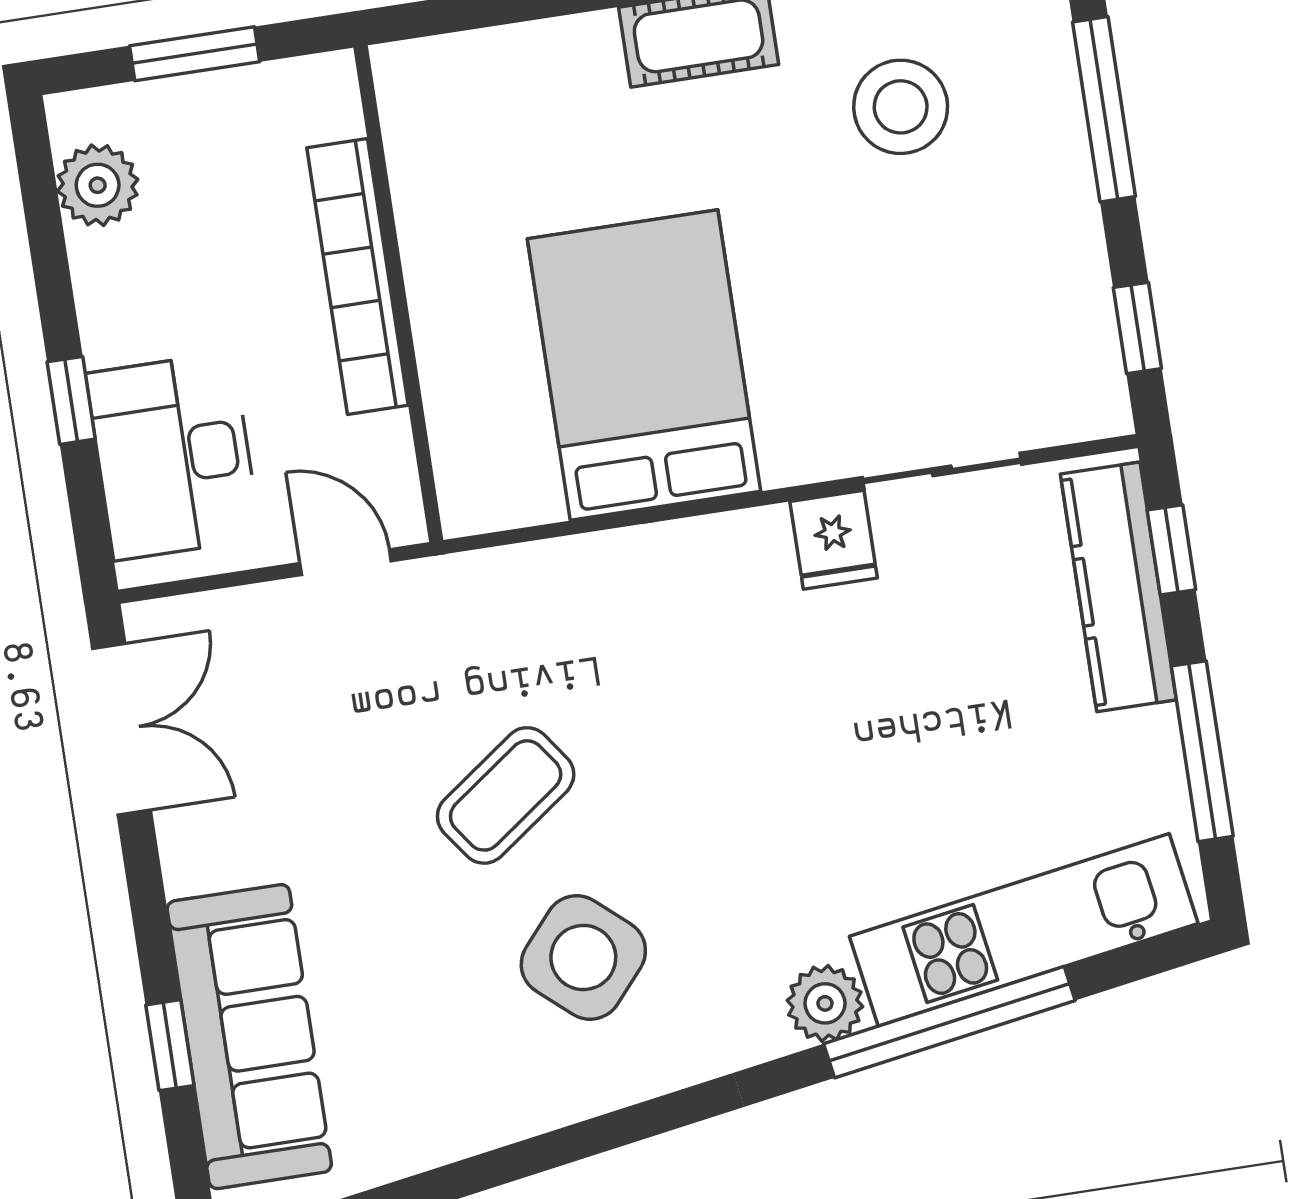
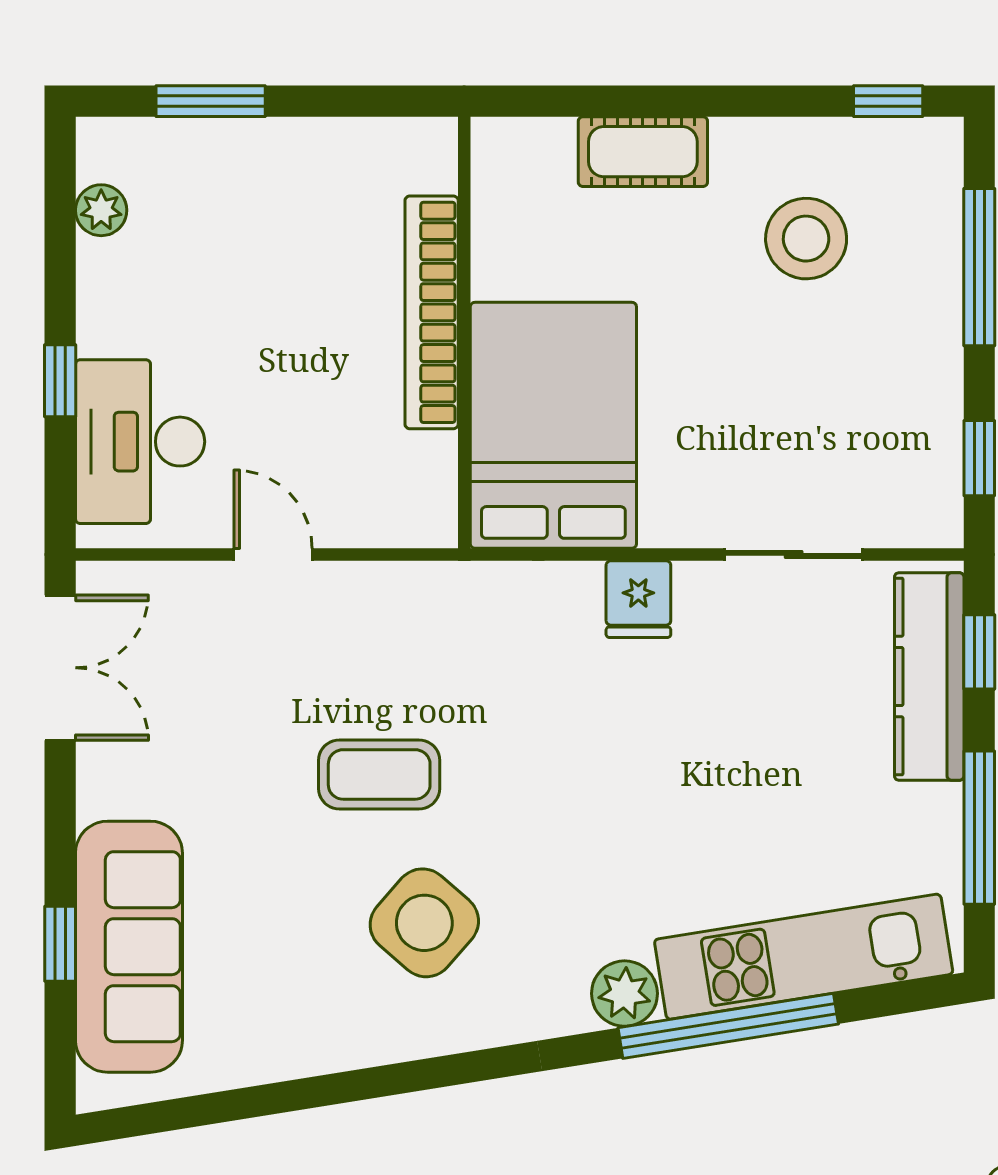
plant: (98, 185) -> (101, 210), width x0.73, depth x0.73
bookcase: (357, 276) -> (432, 312), moved
wall: (398, 294) -> (464, 332), moved
fridge: (834, 540) -> (638, 599), moved
coffee table: (506, 795) -> (379, 774), turned 36

